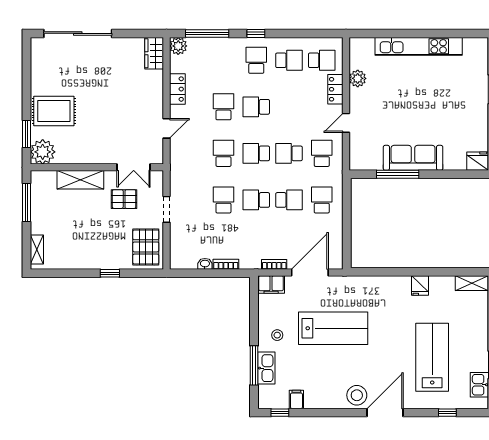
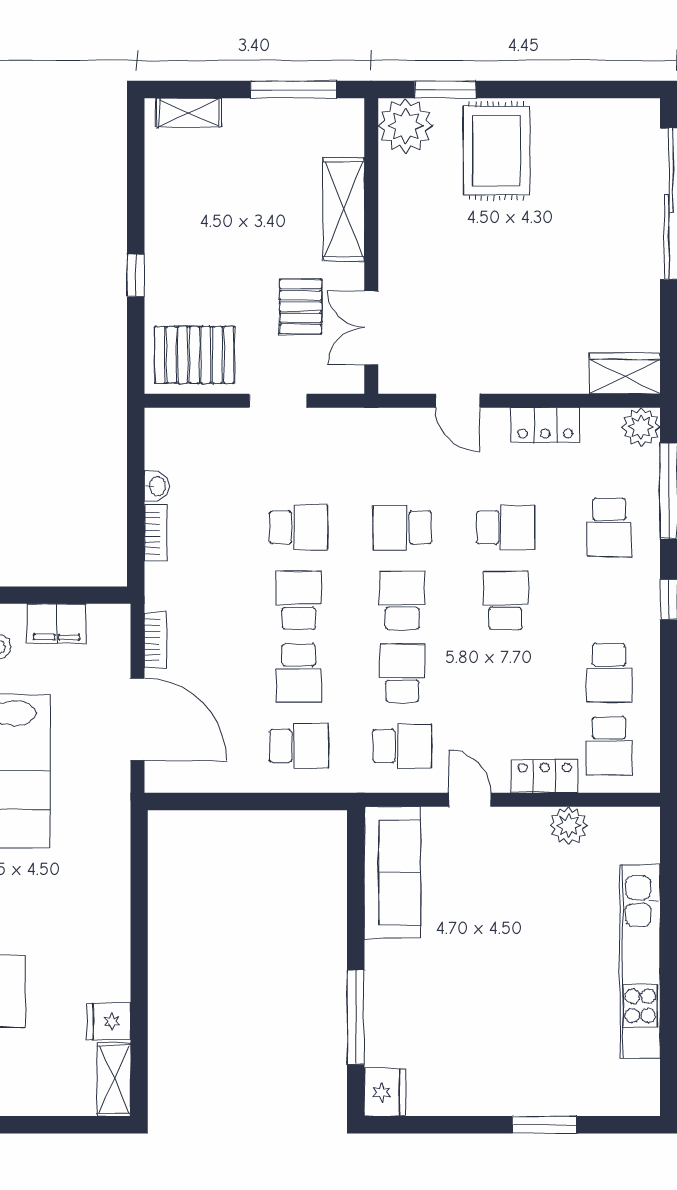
school desk: (256, 60) -> (609, 527), moved, turned 90
school desk: (223, 153) -> (402, 527), turned 180
sofa: (413, 158) -> (392, 872), moved
window: (398, 174) -> (356, 1017), moved
filing cabinet: (271, 284) -> (57, 623), moved, turned -90
fridge: (420, 286) -> (109, 1021), moved

